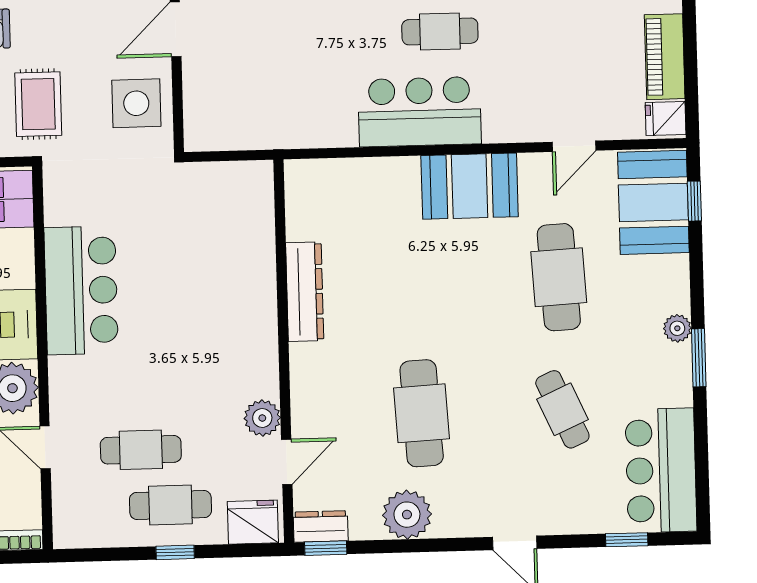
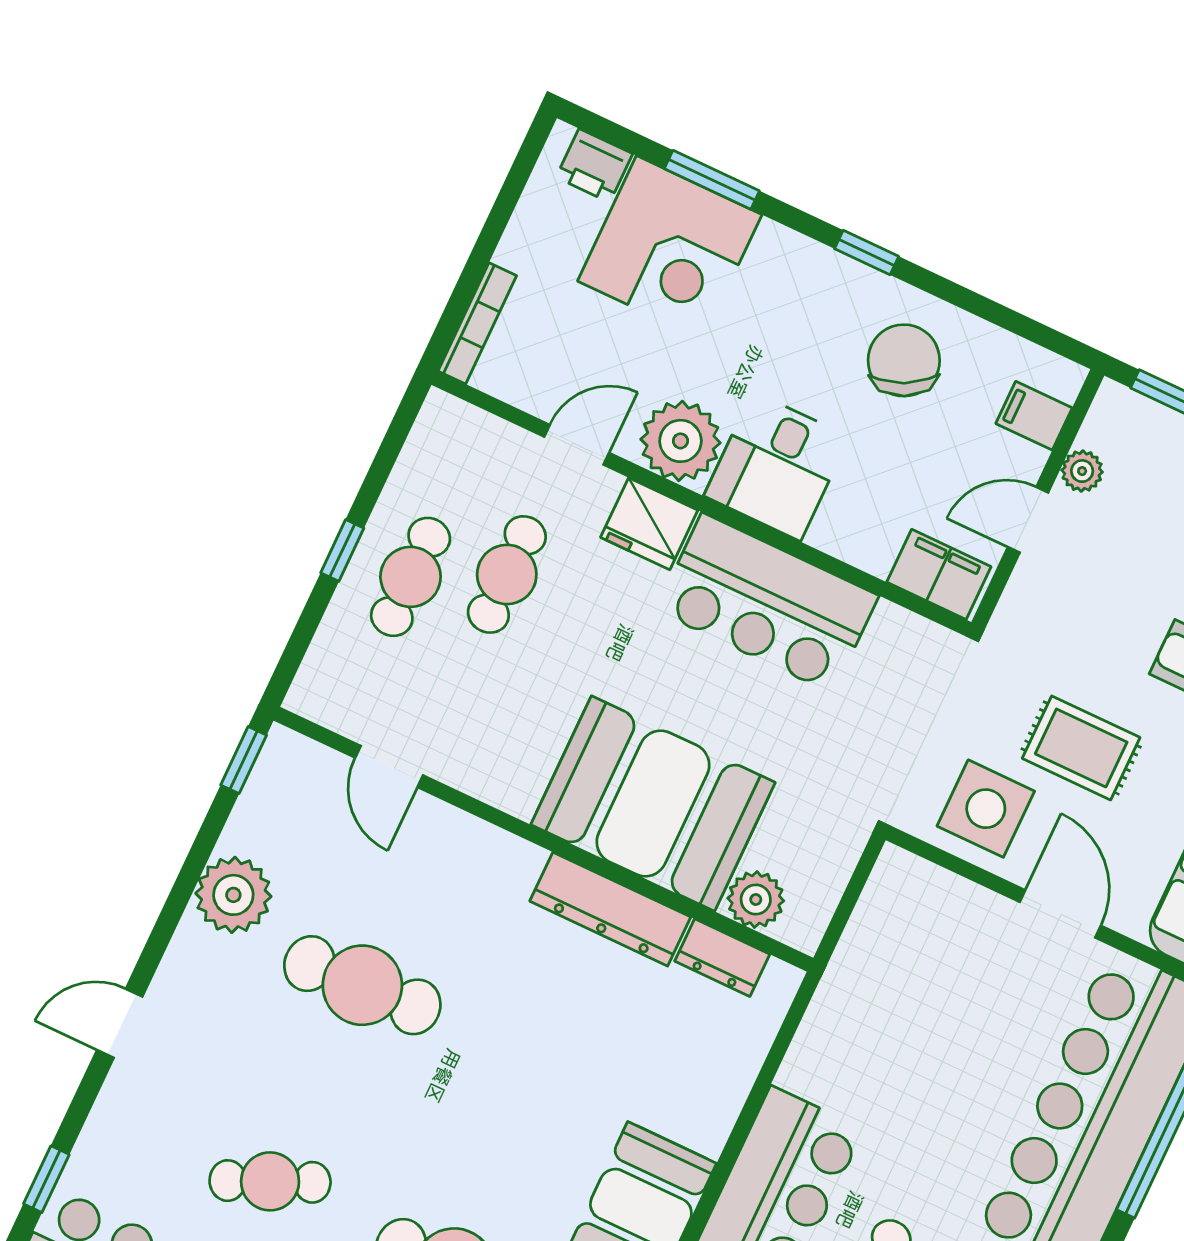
rug: (38, 104) -> (1081, 748), moved
booth: (231, 298) -> (653, 804), added
plant: (262, 418) -> (756, 900), moved
fridge: (253, 522) -> (649, 524), moved, turned 90
dresser: (321, 526) -> (722, 958), moved, turned 90

